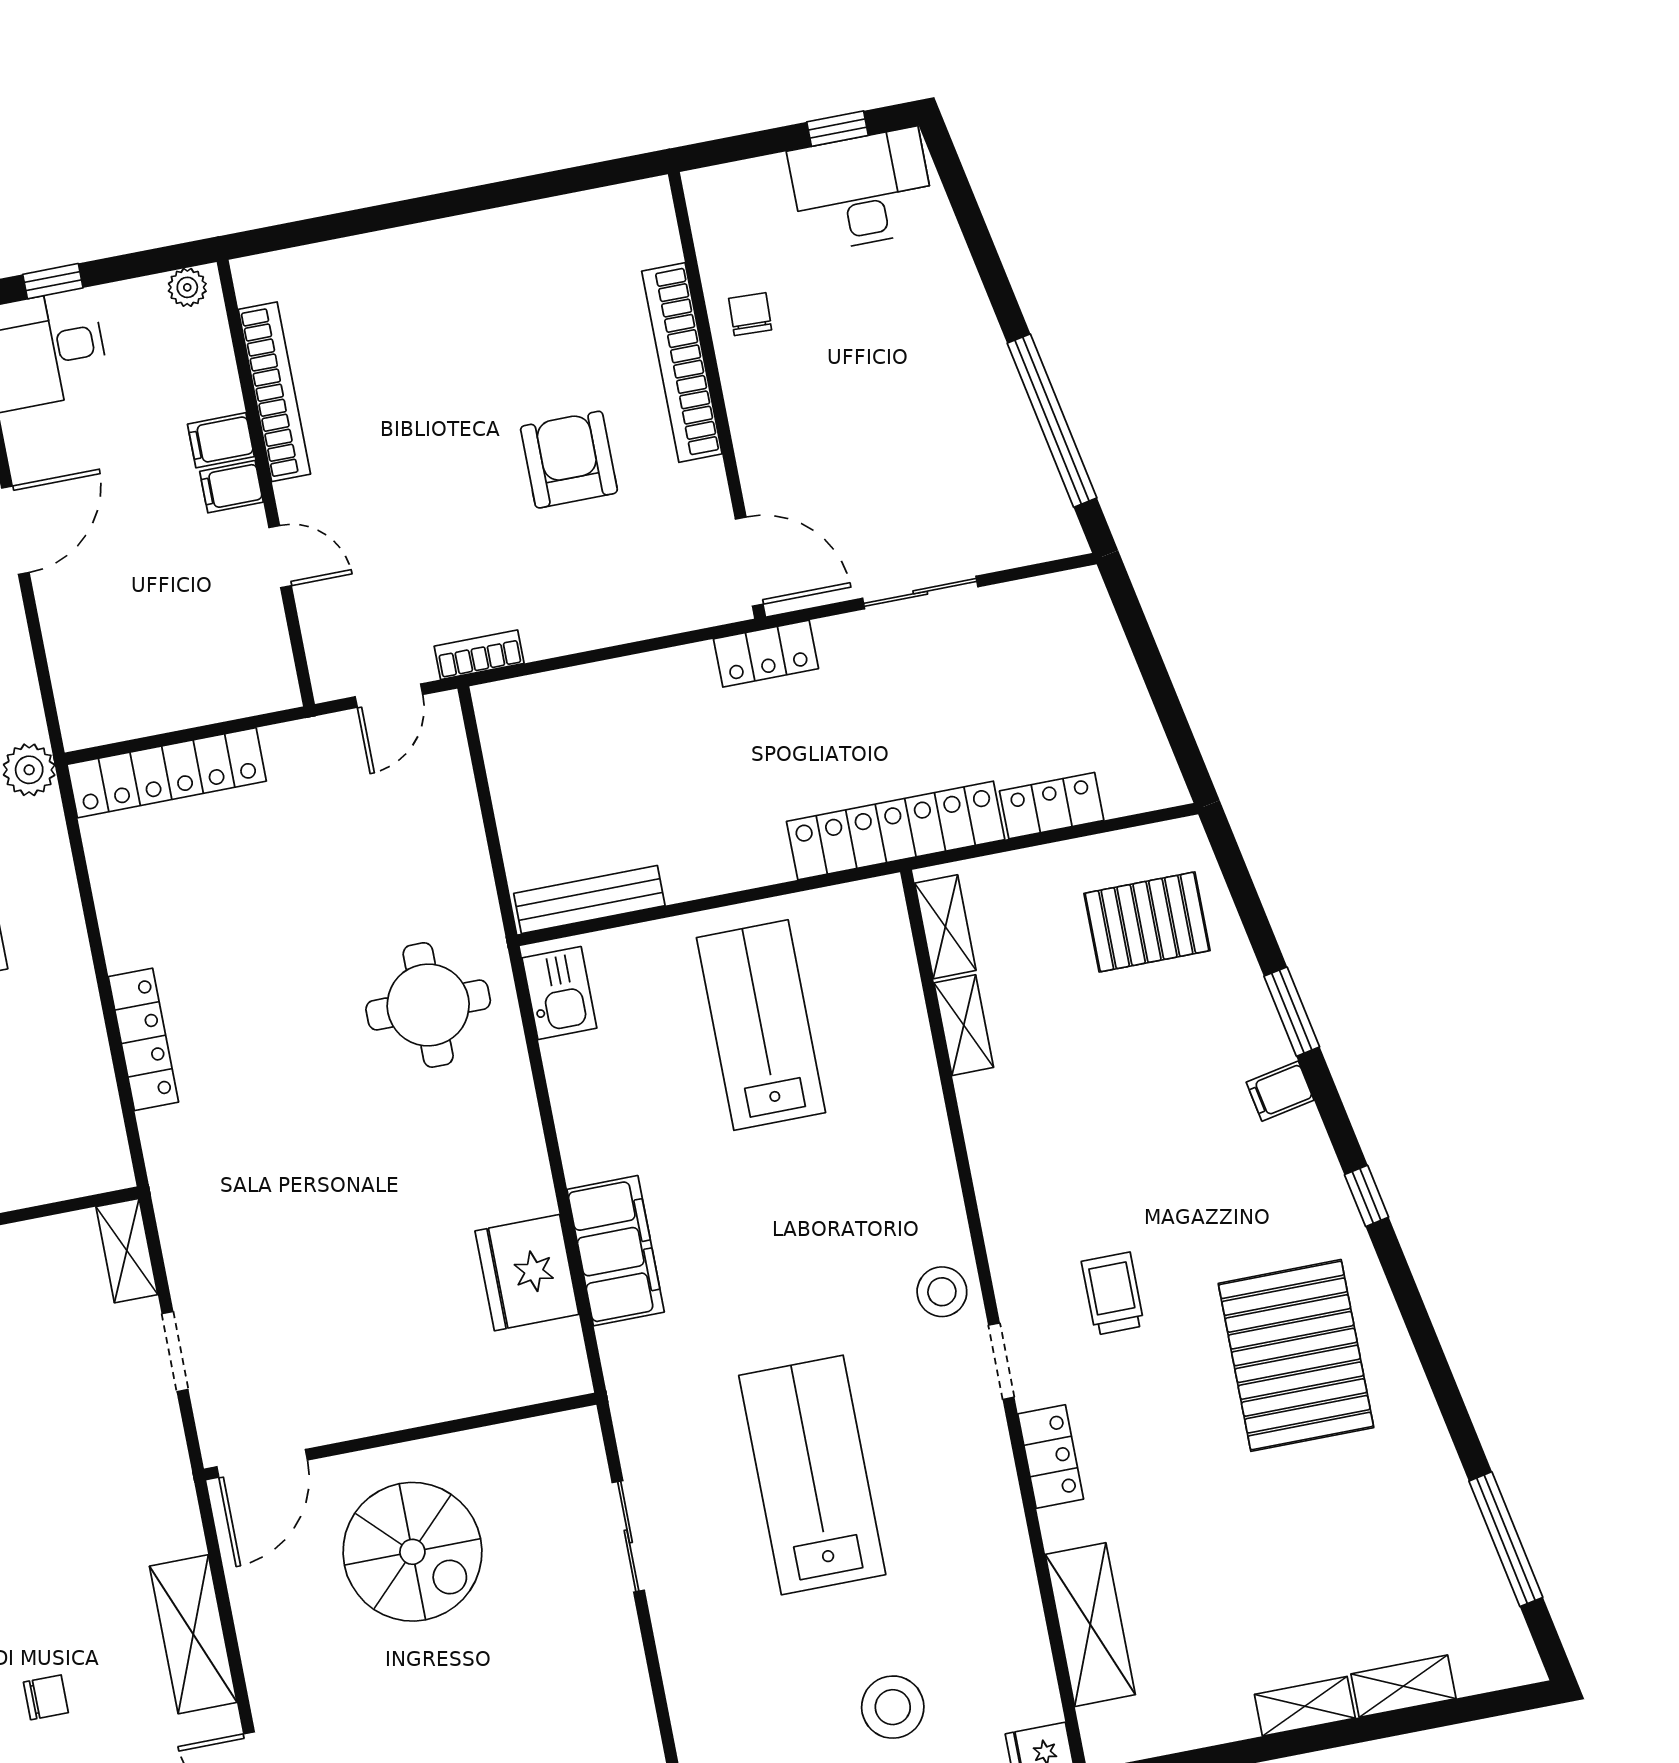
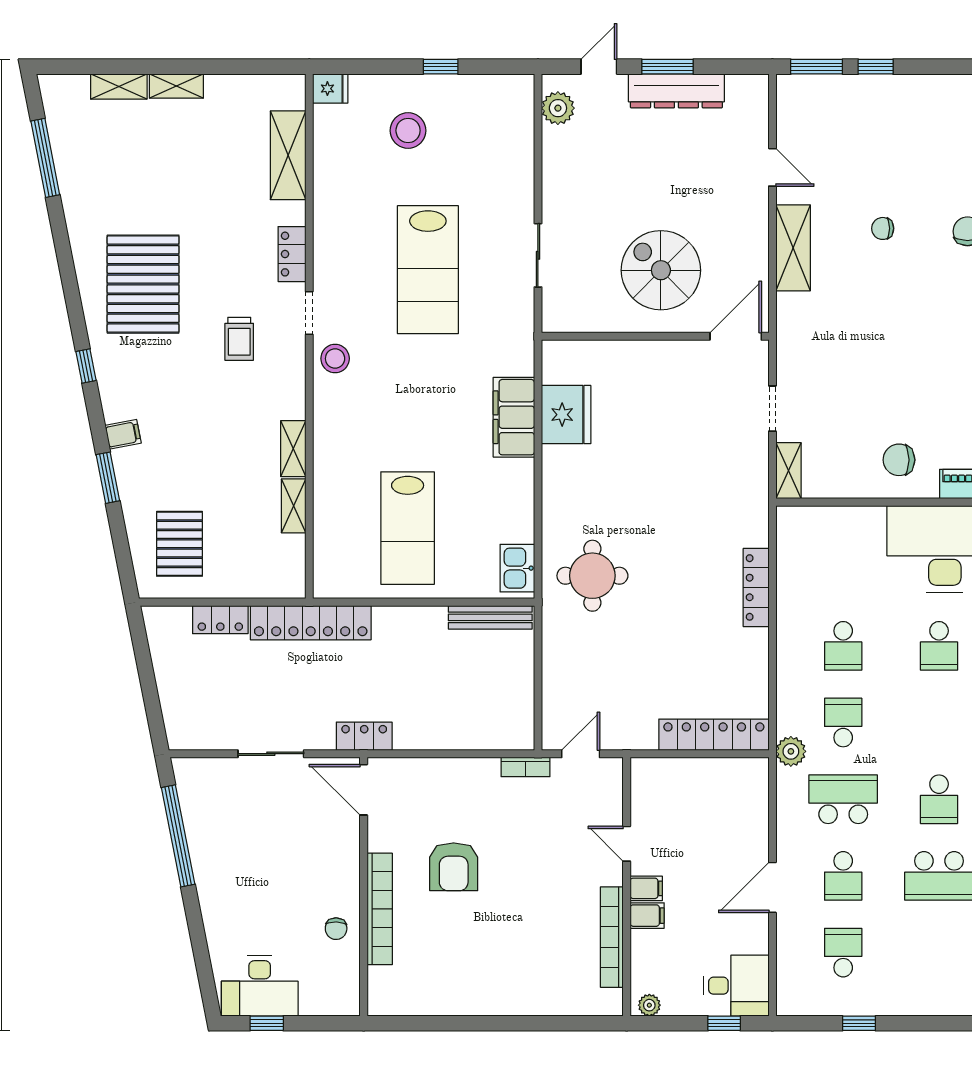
pallet: (1147, 922) -> (179, 544), turned 90
shelving: (945, 927) -> (293, 449), moved

